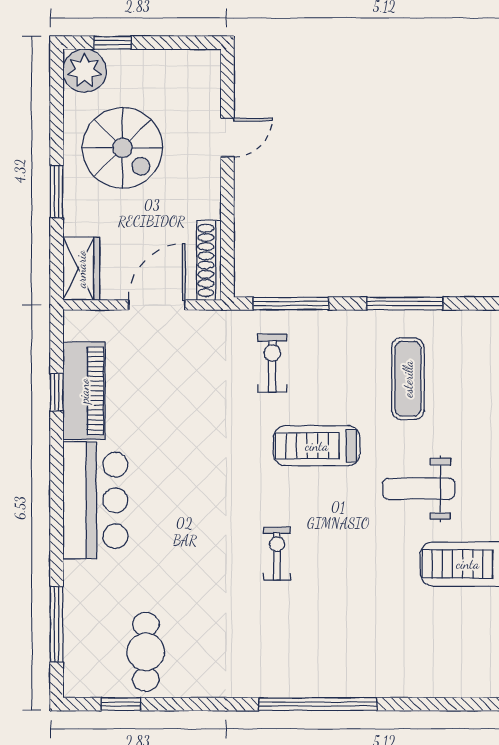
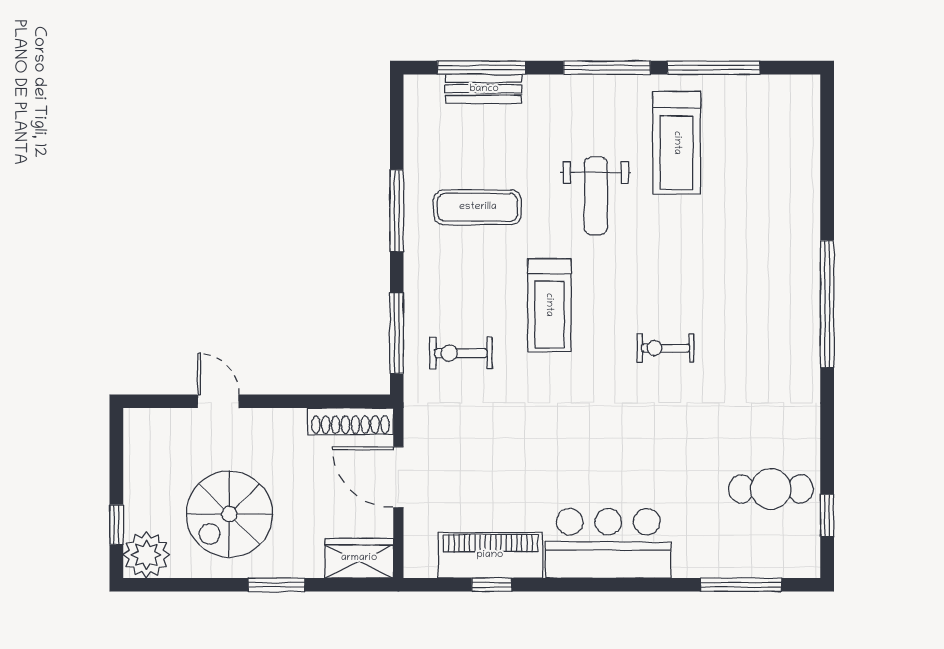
spiral stairs: (122, 148) -> (229, 514), turned 180

